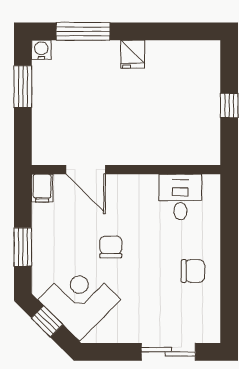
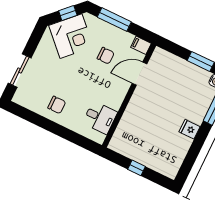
window: (23, 247) -> (114, 20), width x1.44
chair: (111, 247) -> (106, 56), moved
chair: (193, 271) -> (57, 105), turned -90

